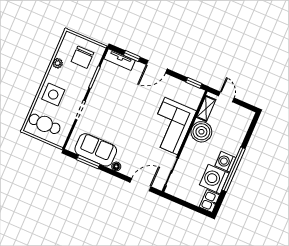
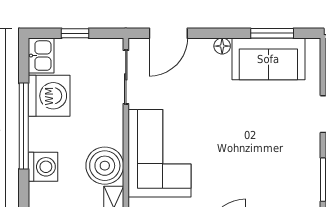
washing machine: (225, 162) -> (43, 167), moved
window: (188, 205) -> (75, 33), added

